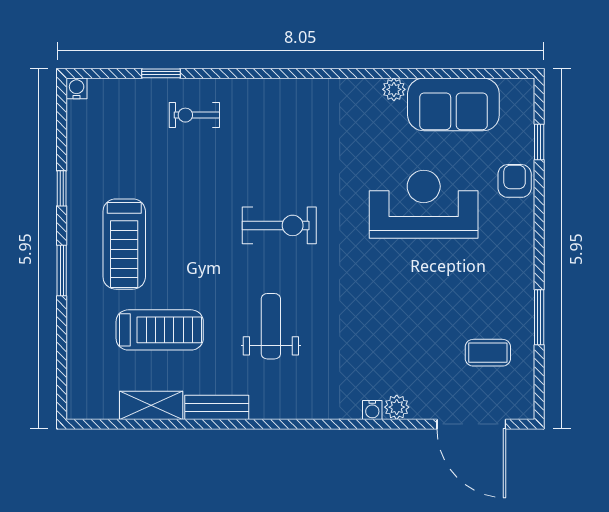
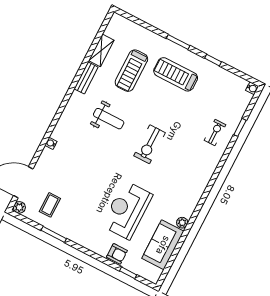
reception desk: (424, 204) -> (127, 210), turned 180
plant: (397, 407) -> (19, 207), moved

